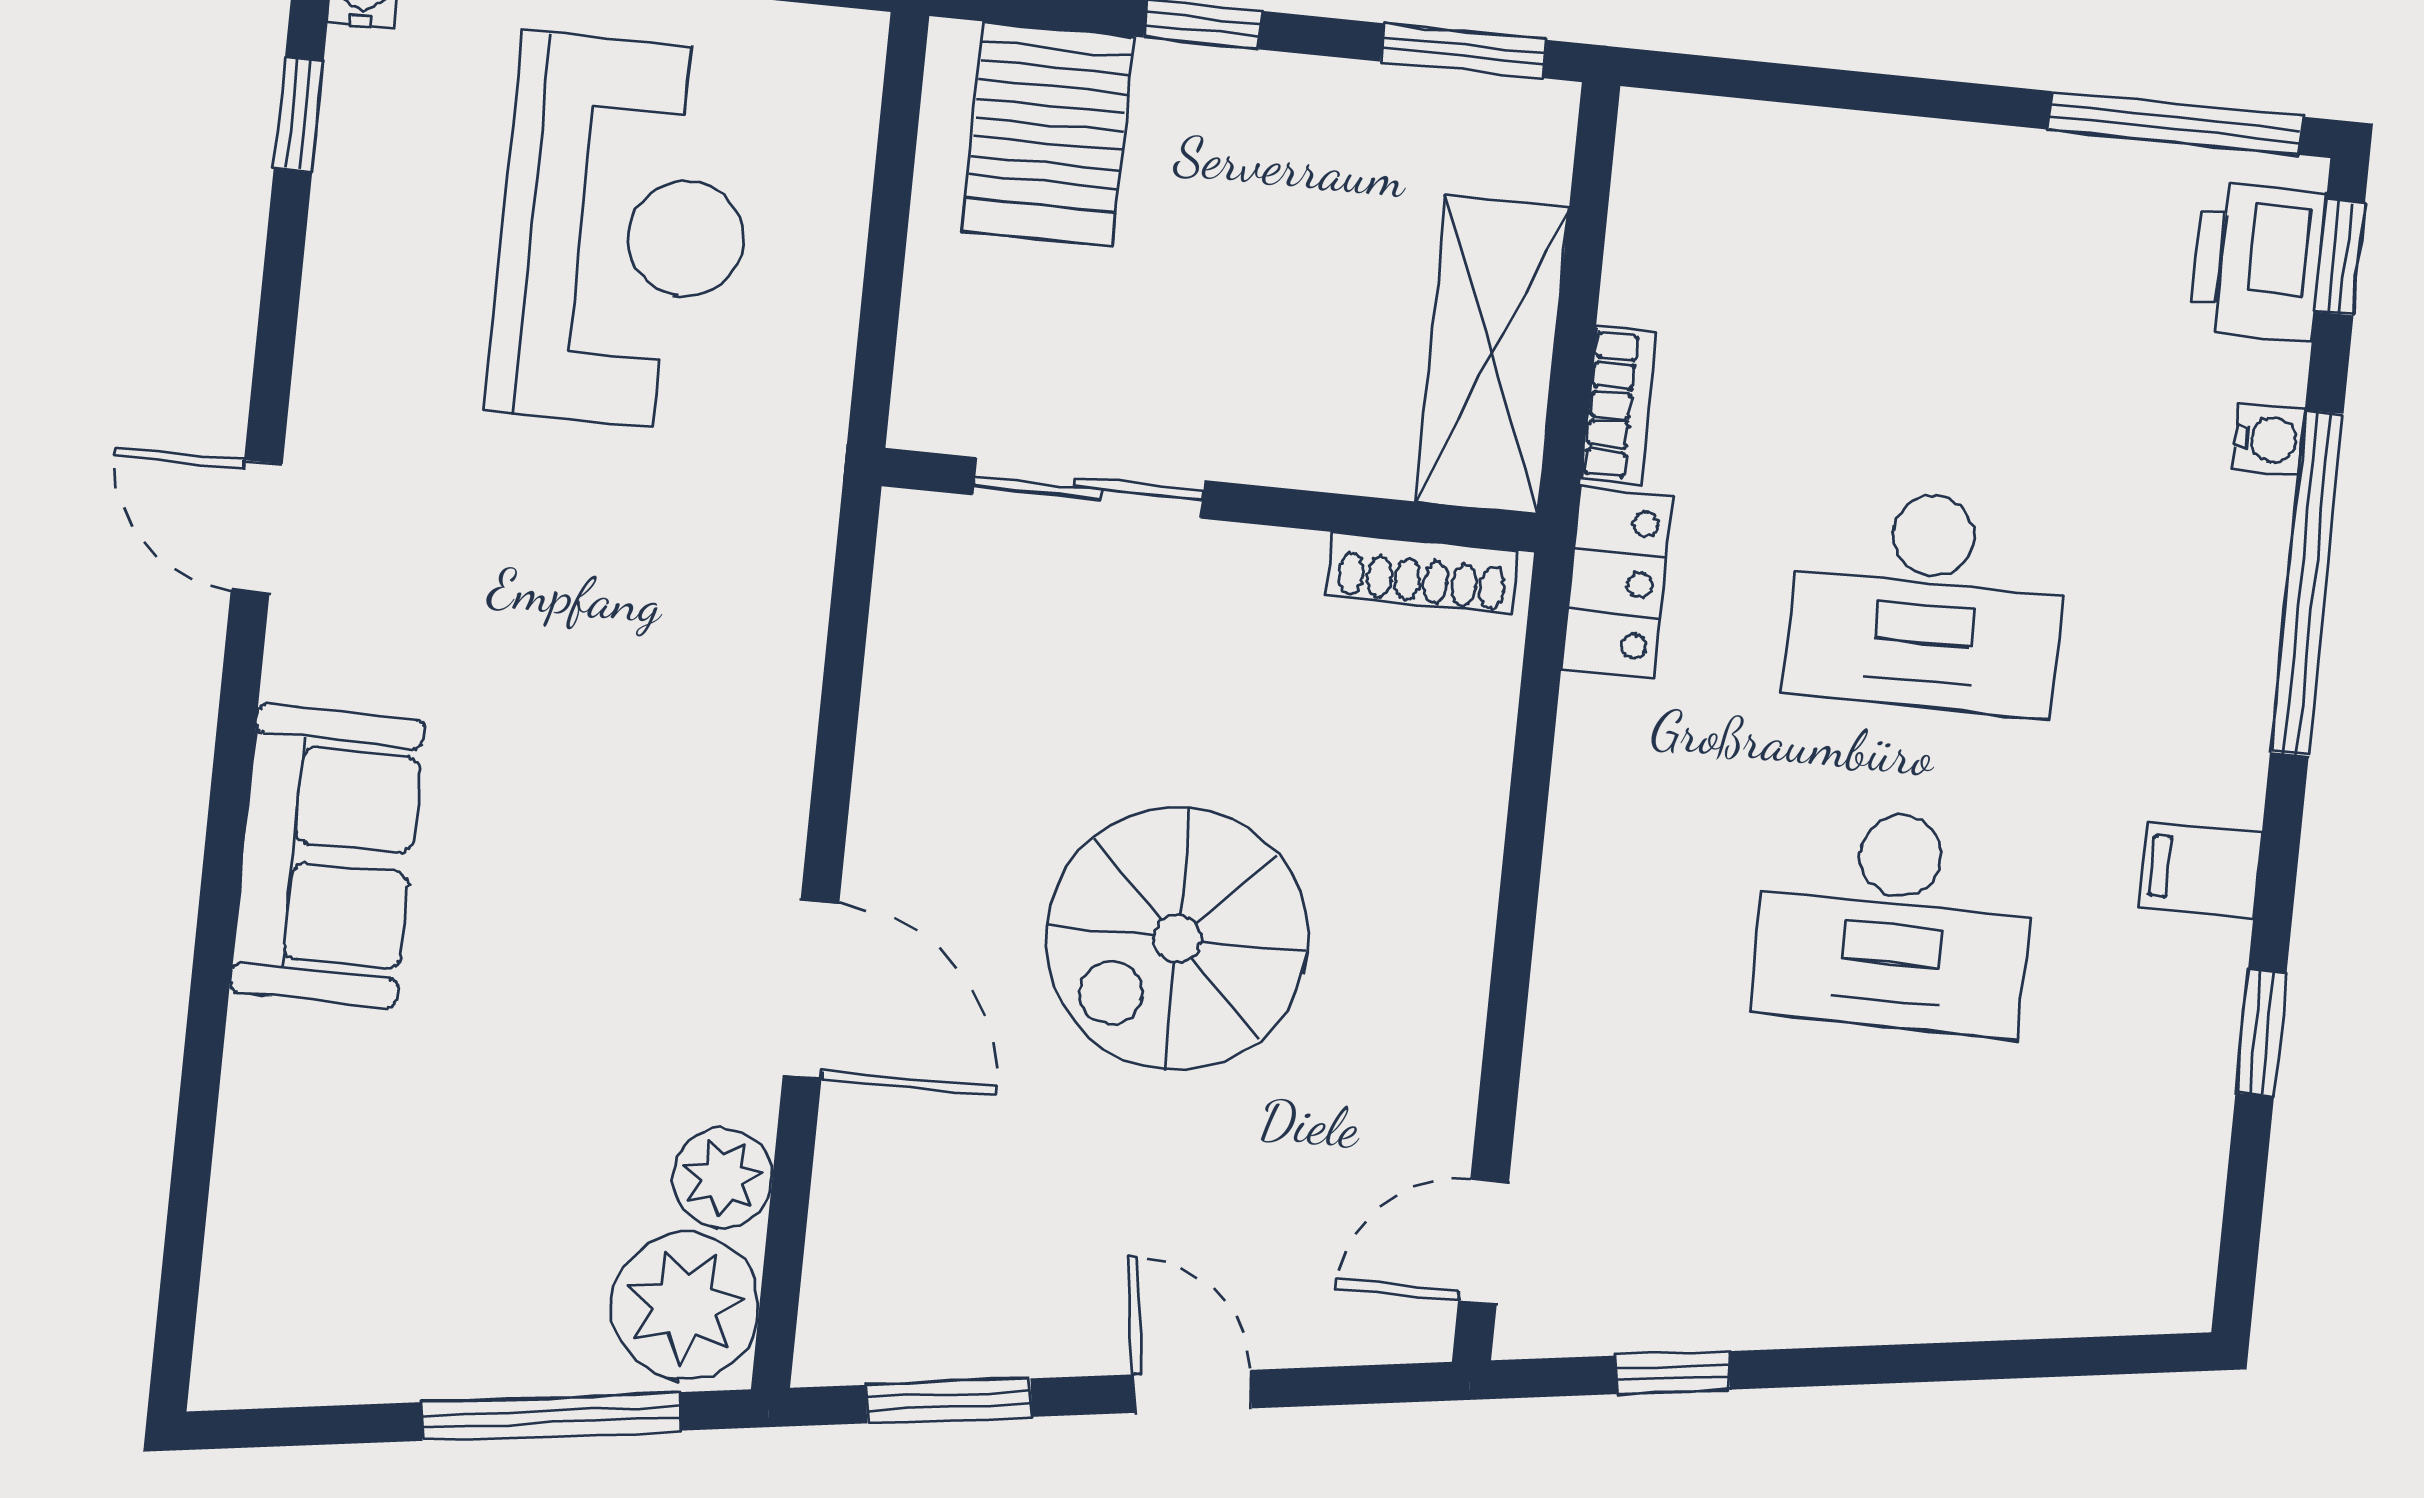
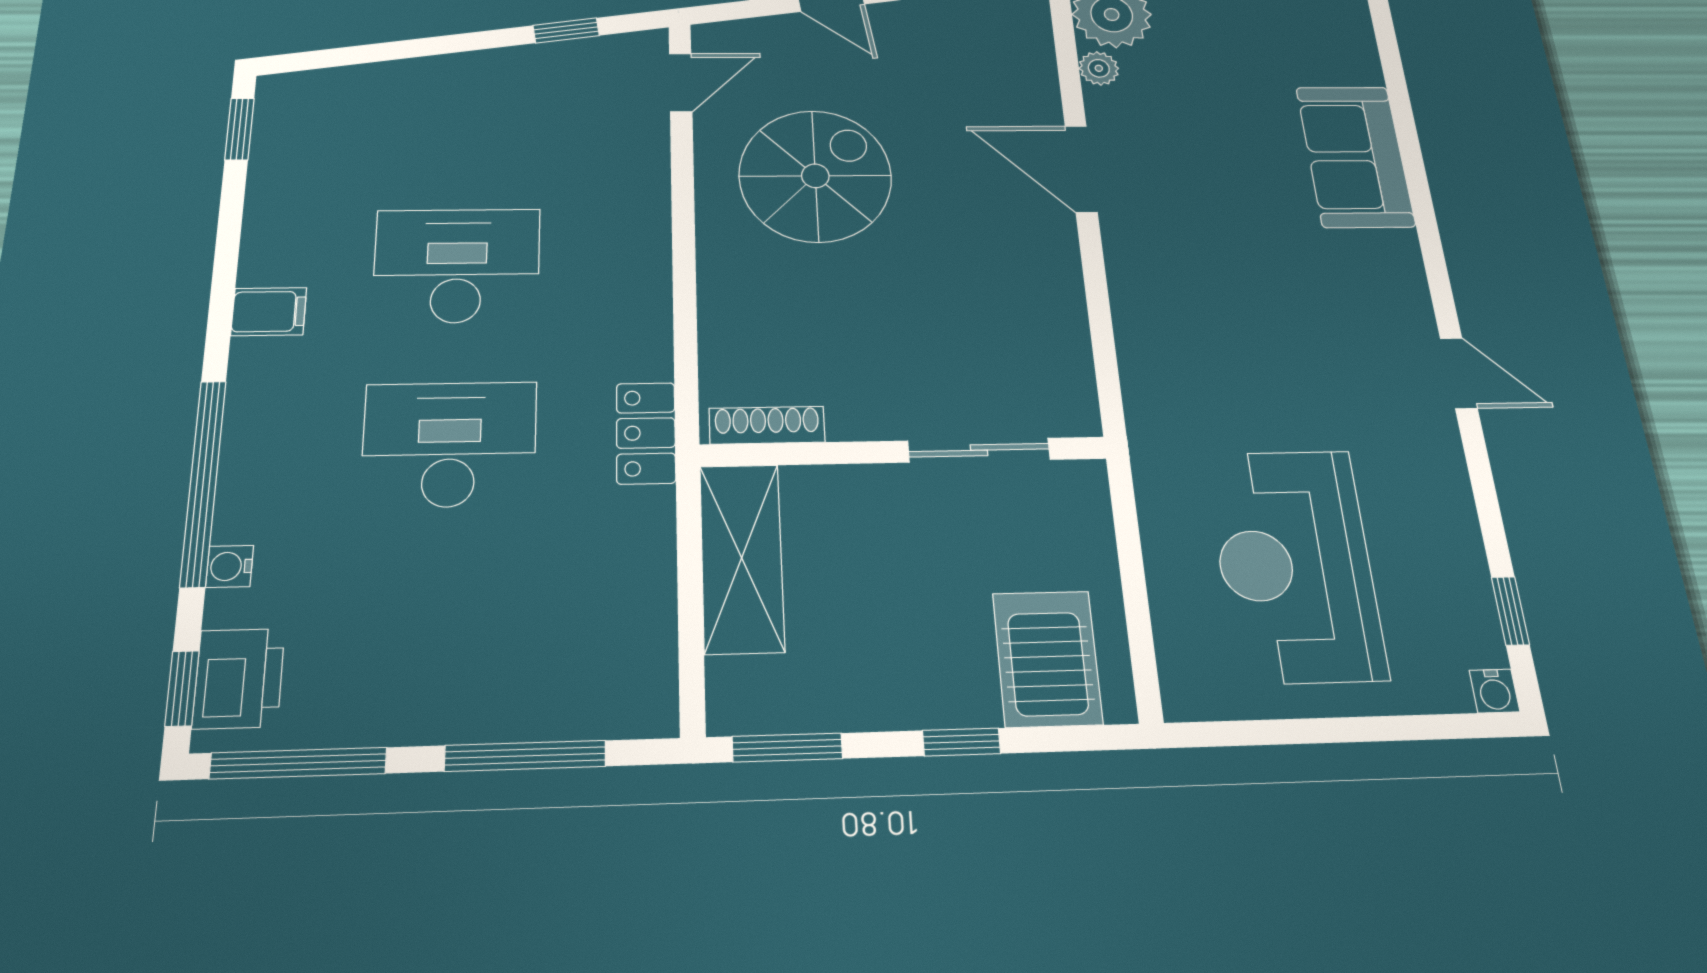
window: (1849, 90) -> (525, 756), added
bookcase: (1618, 406) -> (657, 537), removed
sofa: (327, 856) -> (1355, 156), moved
spiral stairs: (1177, 939) -> (815, 176), moved
window: (2261, 1033) -> (239, 129), moved
plant: (722, 1178) -> (1099, 68), width x0.73, depth x0.73

